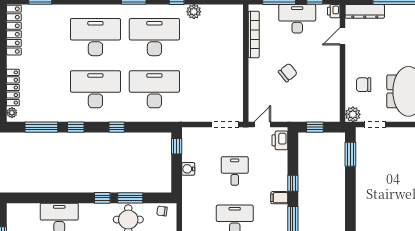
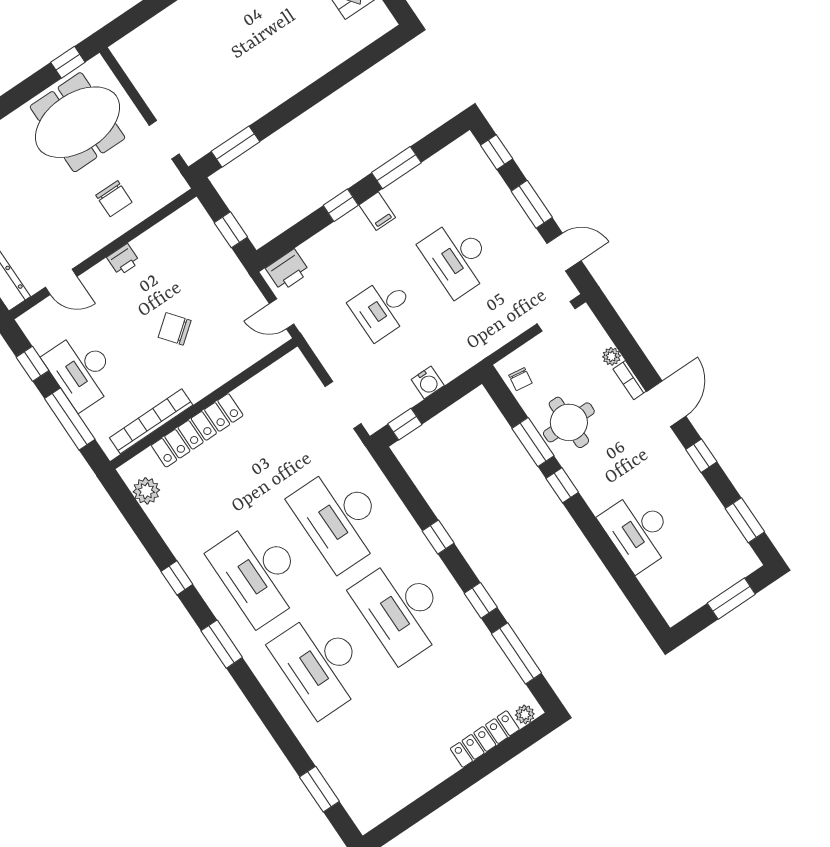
printer: (334, 11) -> (123, 260), moved
plant: (194, 12) -> (146, 491), moved
locker: (14, 30) -> (197, 430), moved, turned 180
plant: (353, 114) -> (171, 184), removed
doorway: (225, 125) -> (343, 405), moved

